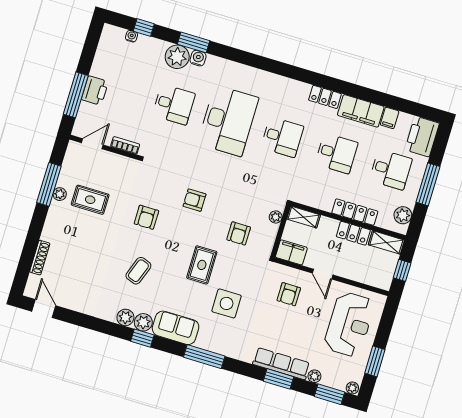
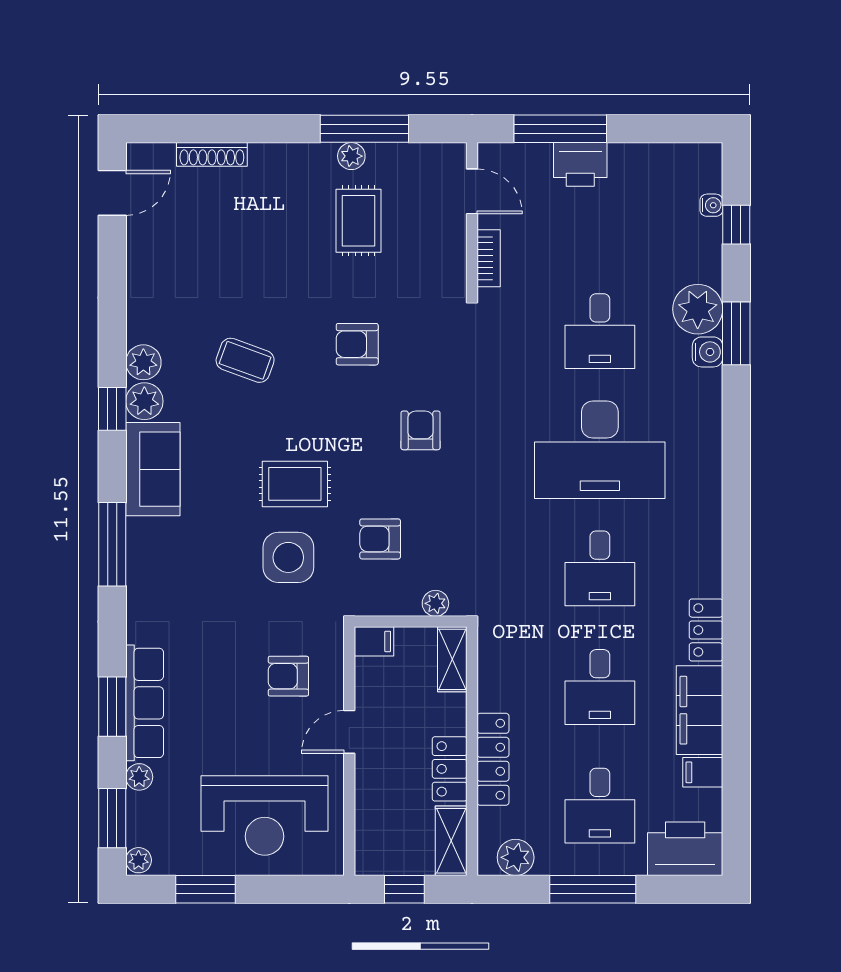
filing cabinet: (291, 252) -> (374, 641), width x0.50
side table: (227, 303) -> (288, 557), moved

